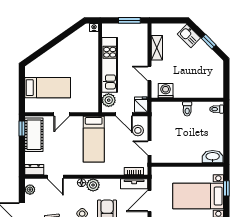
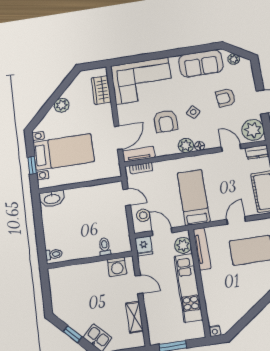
tv unit: (94, 95) -> (202, 249), added
toilet: (187, 109) -> (105, 247), moved
plant: (30, 190) -> (253, 130), width x1.88, depth x1.88

